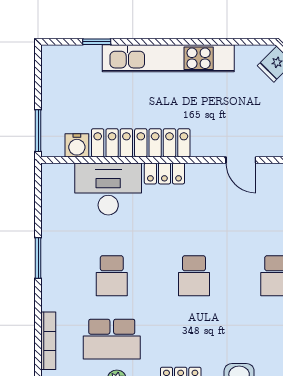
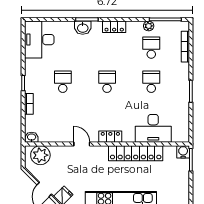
water cooler: (77, 145) -> (183, 152), moved
locker: (164, 173) -> (110, 137), moved
school desk: (112, 339) -> (151, 48), width x0.54

